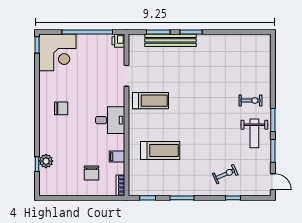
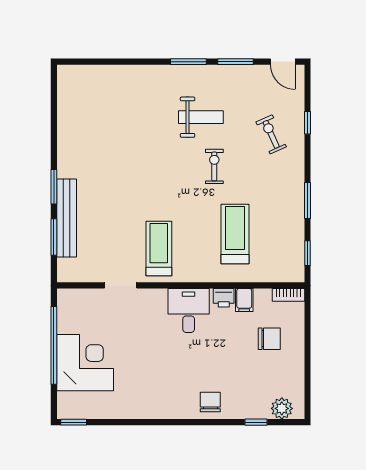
printer: (118, 41) -> (224, 298), moved
corner desk: (57, 52) -> (85, 363), moved
exercise bike: (251, 101) -> (214, 166), moved
chair: (61, 108) -> (210, 402), moved
weight bench: (254, 133) -> (201, 117), moved
plant: (46, 161) -> (282, 408), moved
door: (273, 182) -> (283, 62), swing flipped

